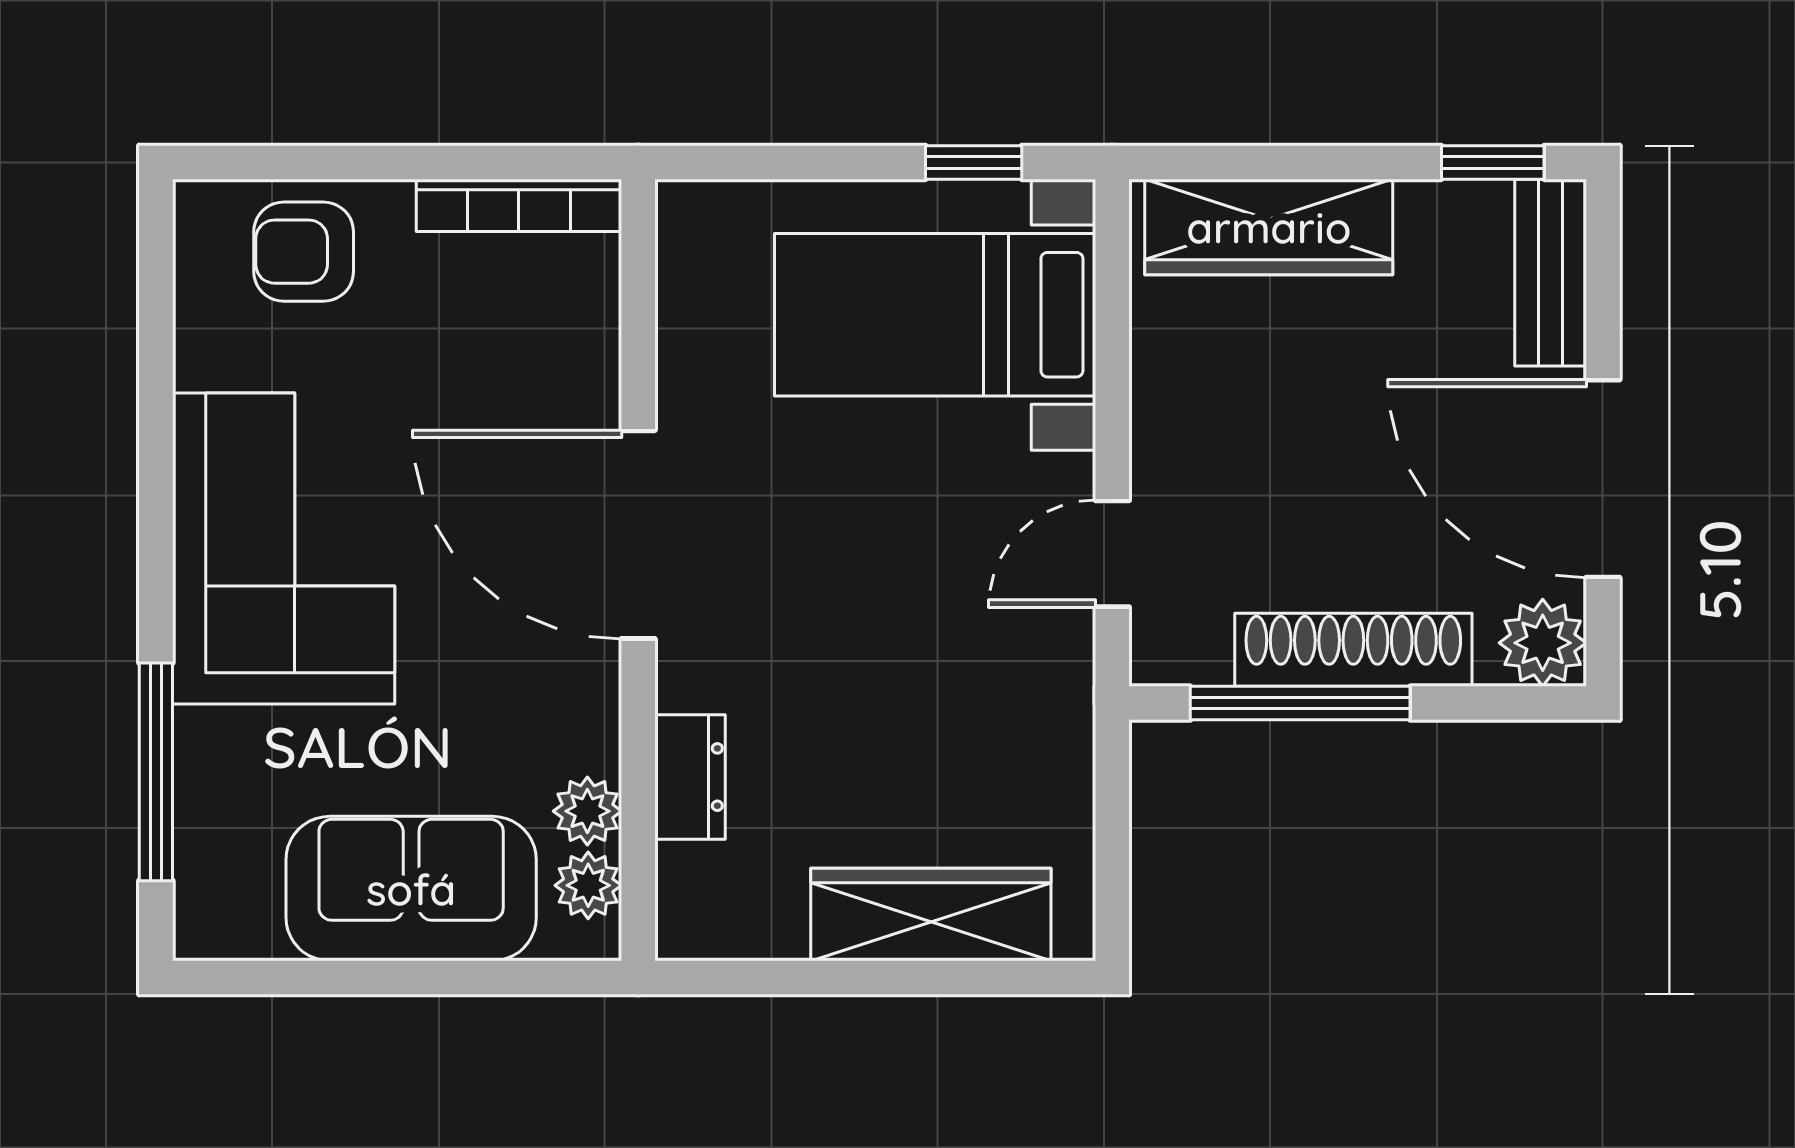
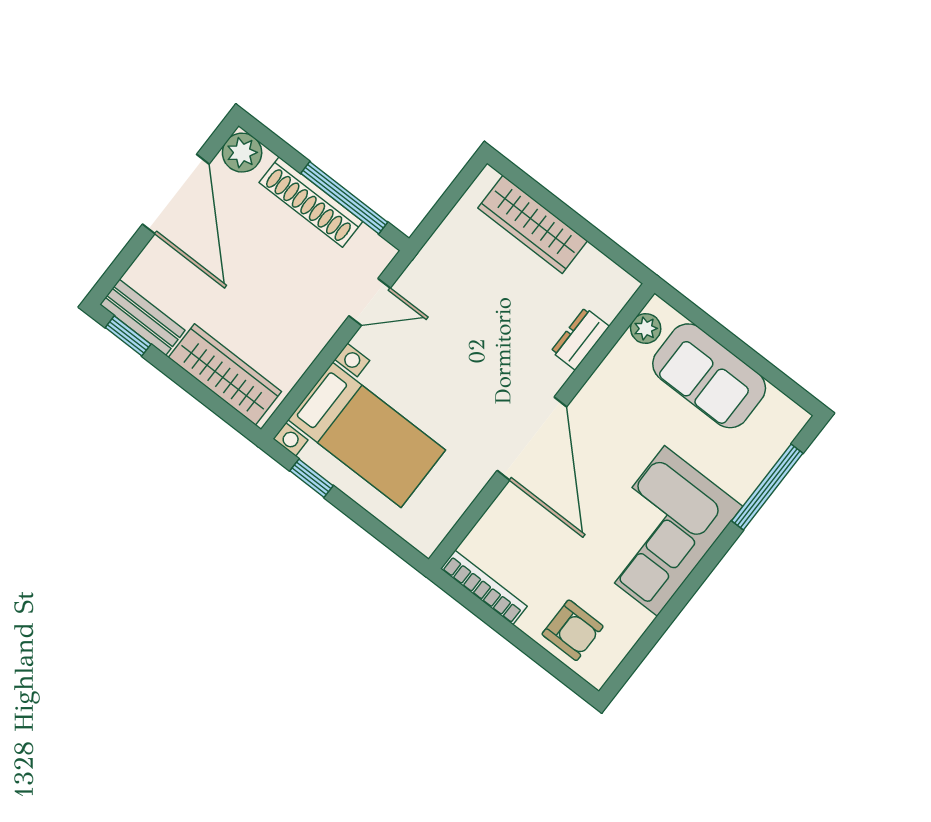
bench: (1551, 273) -> (142, 317), moved, turned 90
plant: (587, 811) -> (626, 355), removed

